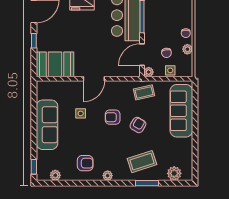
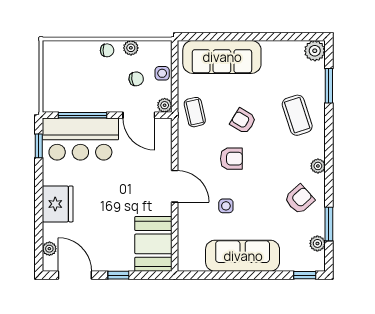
armchair: (113, 117) -> (231, 159), turned -90
armchair: (85, 163) -> (299, 199), turned 48
plant: (174, 173) -> (315, 51), moved
window: (68, 183) -> (329, 224), added
window: (147, 183) -> (329, 86), moved

